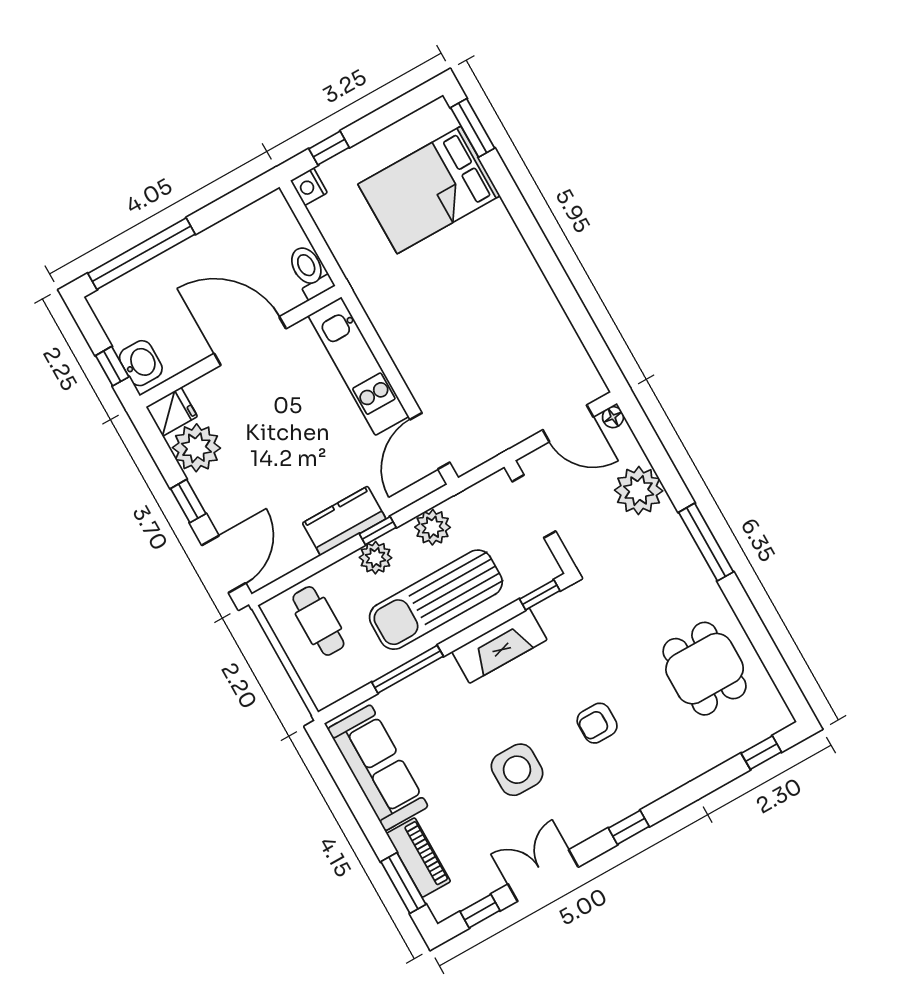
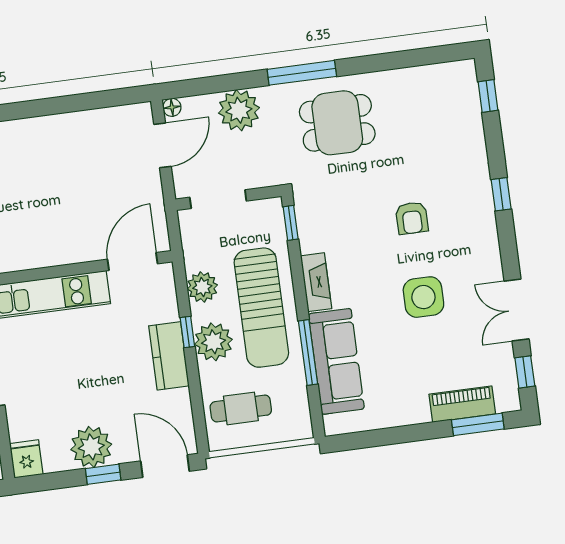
door: (430, 441) -> (132, 262), swing flipped
plant: (196, 448) -> (91, 447), moved
plant: (375, 558) -> (213, 342), width x1.36, depth x1.36
fireplace: (499, 646) -> (316, 282), width x0.73, depth x0.76
dining table: (705, 669) -> (337, 123), moved
sofa: (378, 768) -> (336, 361), moved, turned 90
window: (629, 827) -> (501, 194), moved

